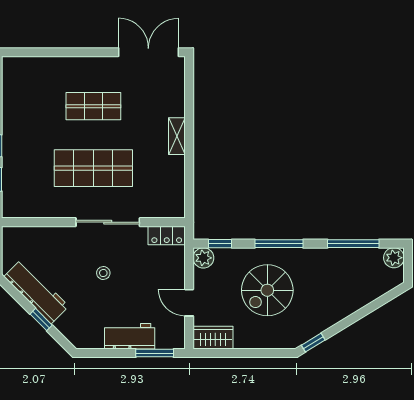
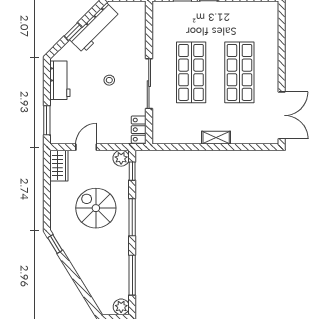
shop shelf: (93, 106) -> (239, 72), width x1.43, depth x1.36
workbench: (130, 336) -> (60, 80), moved

